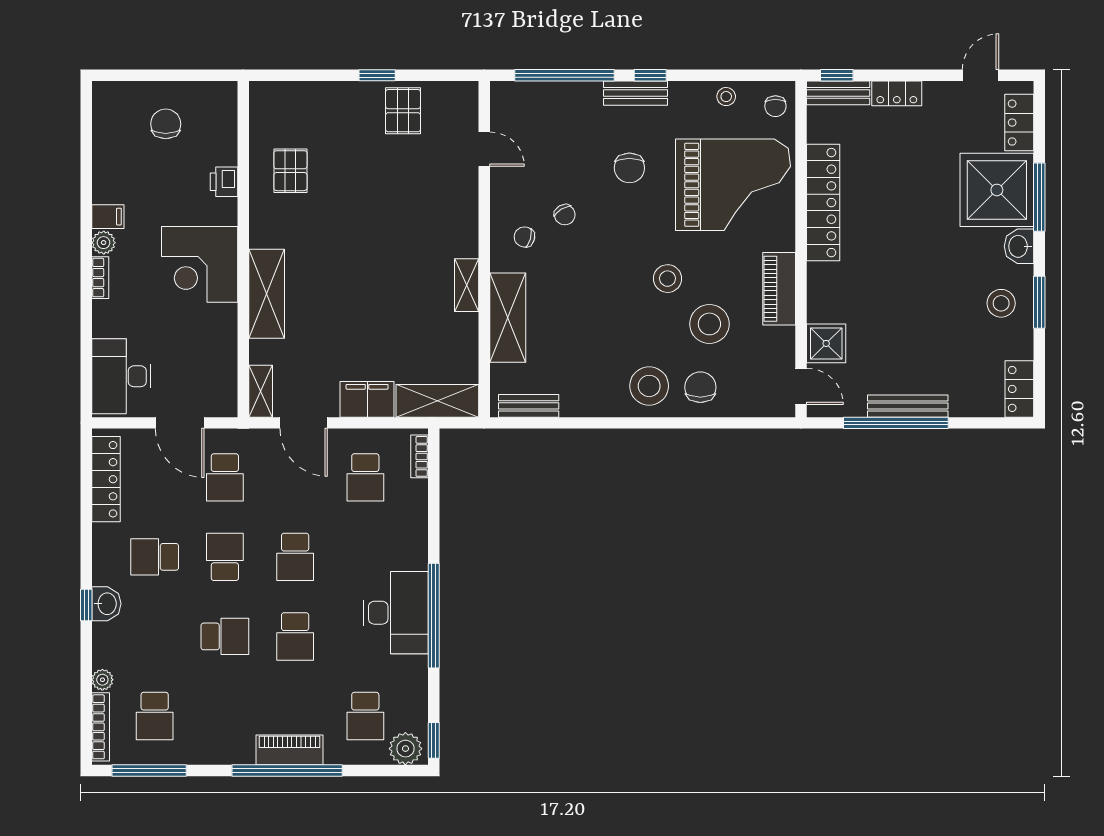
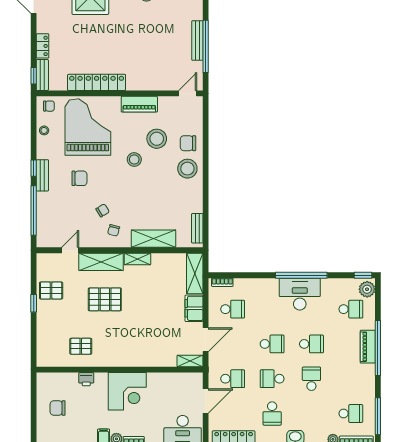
pallet: (385, 219) -> (105, 299), added
shelving: (267, 294) -> (101, 262), moved
shower: (826, 343) -> (166, 81), removed

